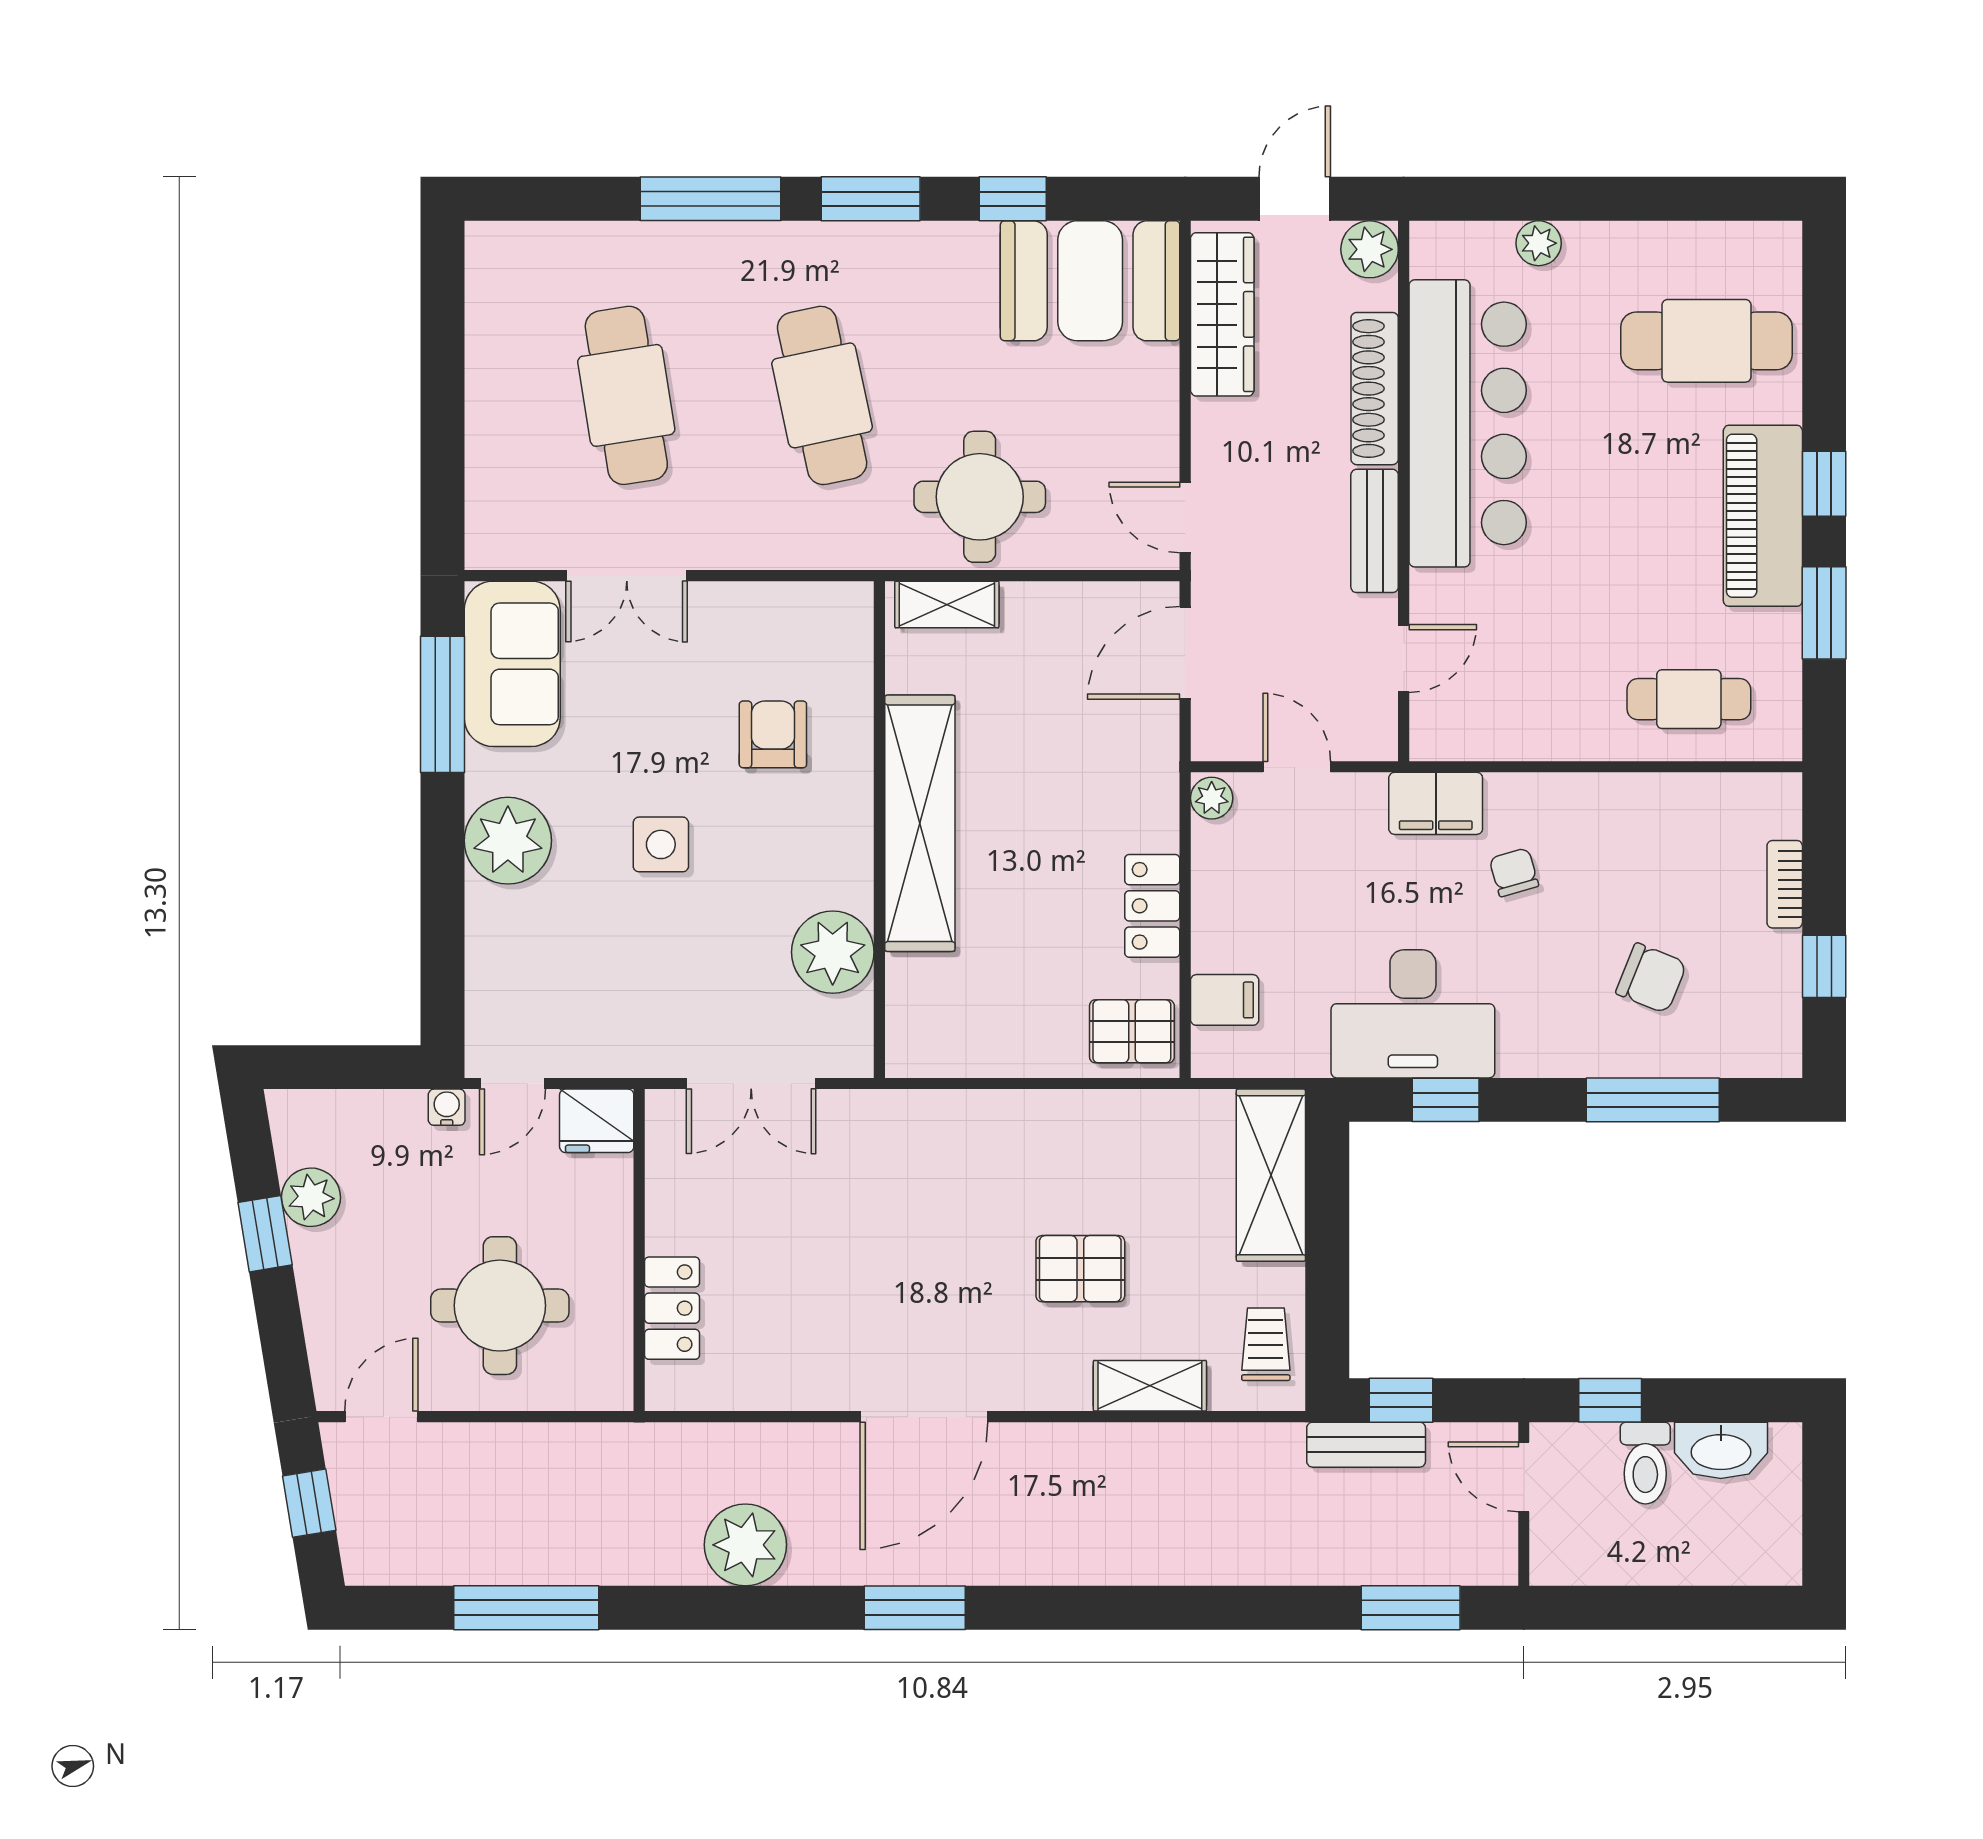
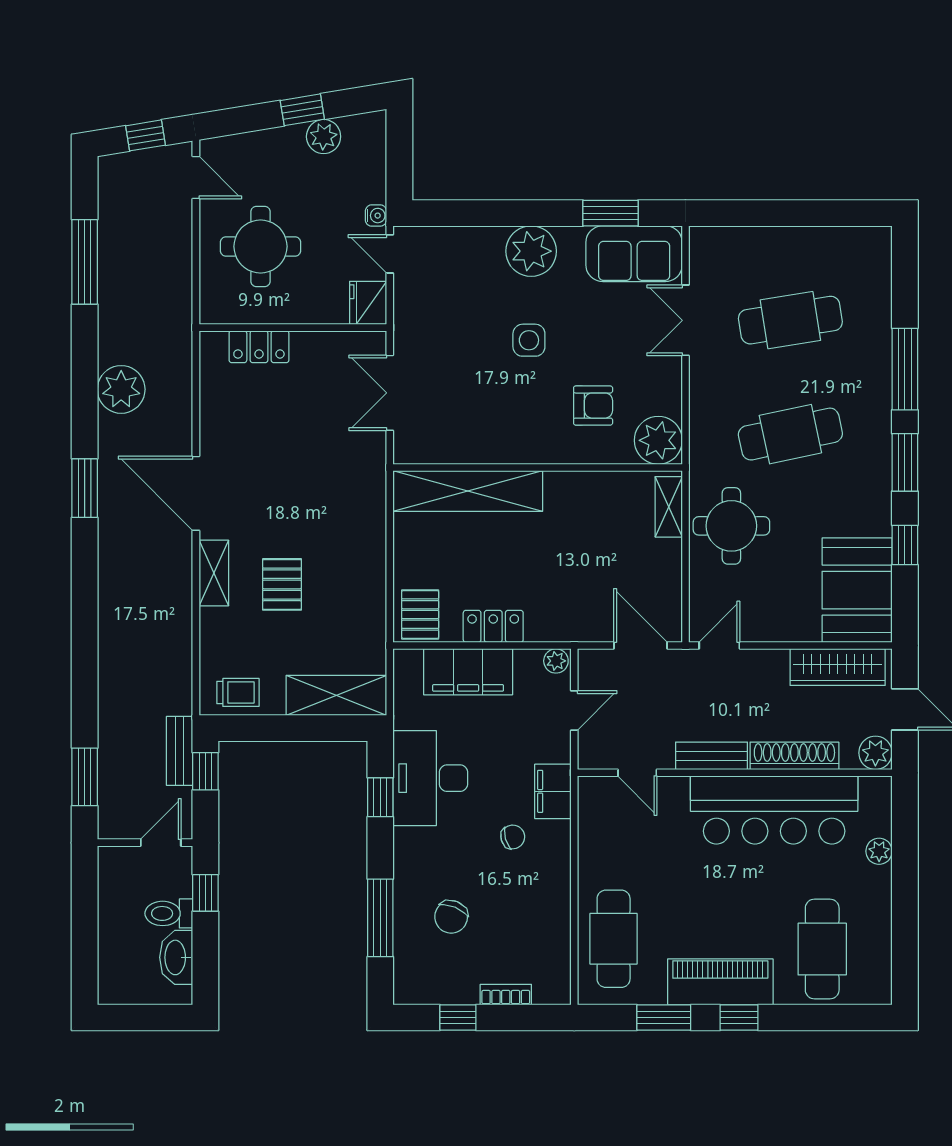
cafe table: (1689, 699) -> (614, 939), width x1.37, depth x1.35
window: (443, 704) -> (611, 213), width x0.69
shelving: (920, 823) -> (468, 491), moved
plant: (833, 952) -> (658, 440), moved
filing cabinet: (1225, 1000) -> (468, 672), width x3.00, depth x1.17
shelving: (1150, 1386) -> (214, 573), moved

